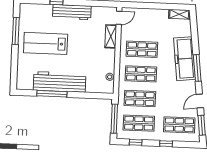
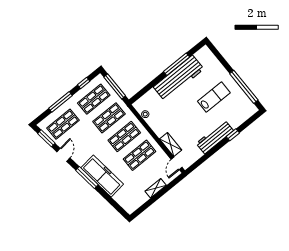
shelving: (179, 14) -> (156, 188), moved
window: (16, 31) -> (244, 87), width x1.46
lab bench: (46, 43) -> (214, 97), width x0.73, depth x0.72
window: (166, 144) -> (61, 102), width x2.17

